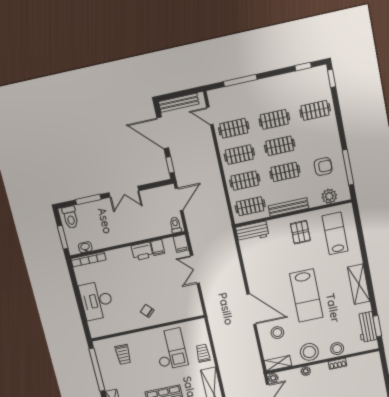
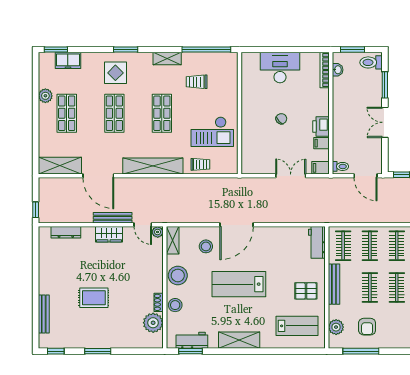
chair: (147, 311) -> (281, 119), moved
trolley: (123, 354) -> (197, 82), moved
plant: (306, 371) -> (153, 323), moved, width x1.88, depth x1.88

